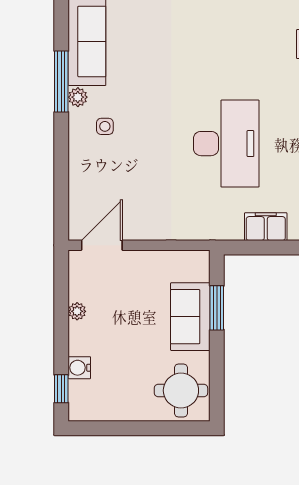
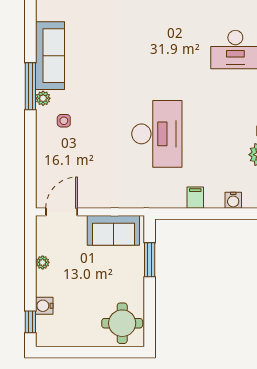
filing cabinet: (266, 227) -> (195, 198), width x0.50
sofa: (190, 317) -> (113, 230), moved, turned -90

